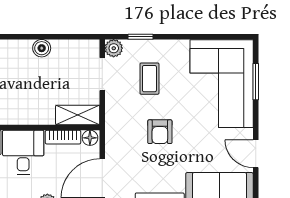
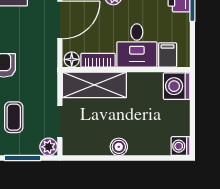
window: (140, 37) -> (23, 158), width x1.50
shelving: (78, 115) -> (94, 85), width x1.50, depth x1.33

